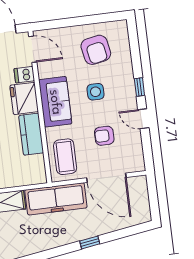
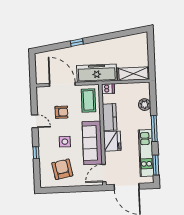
door: (33, 49) -> (104, 173), hinge flipped
dishwasher: (24, 75) -> (108, 89), moved
window: (139, 87) -> (36, 153), moved
sofa: (55, 102) -> (92, 143), width x1.36

